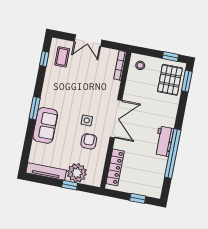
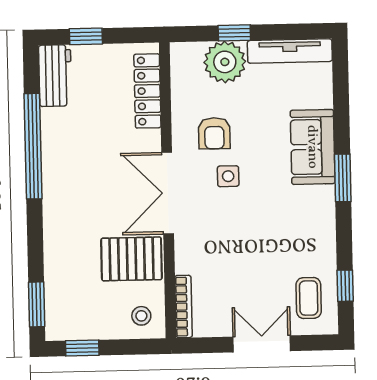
pallet: (170, 80) -> (131, 259), moved, turned 90
workbench: (164, 141) -> (55, 76), moved

